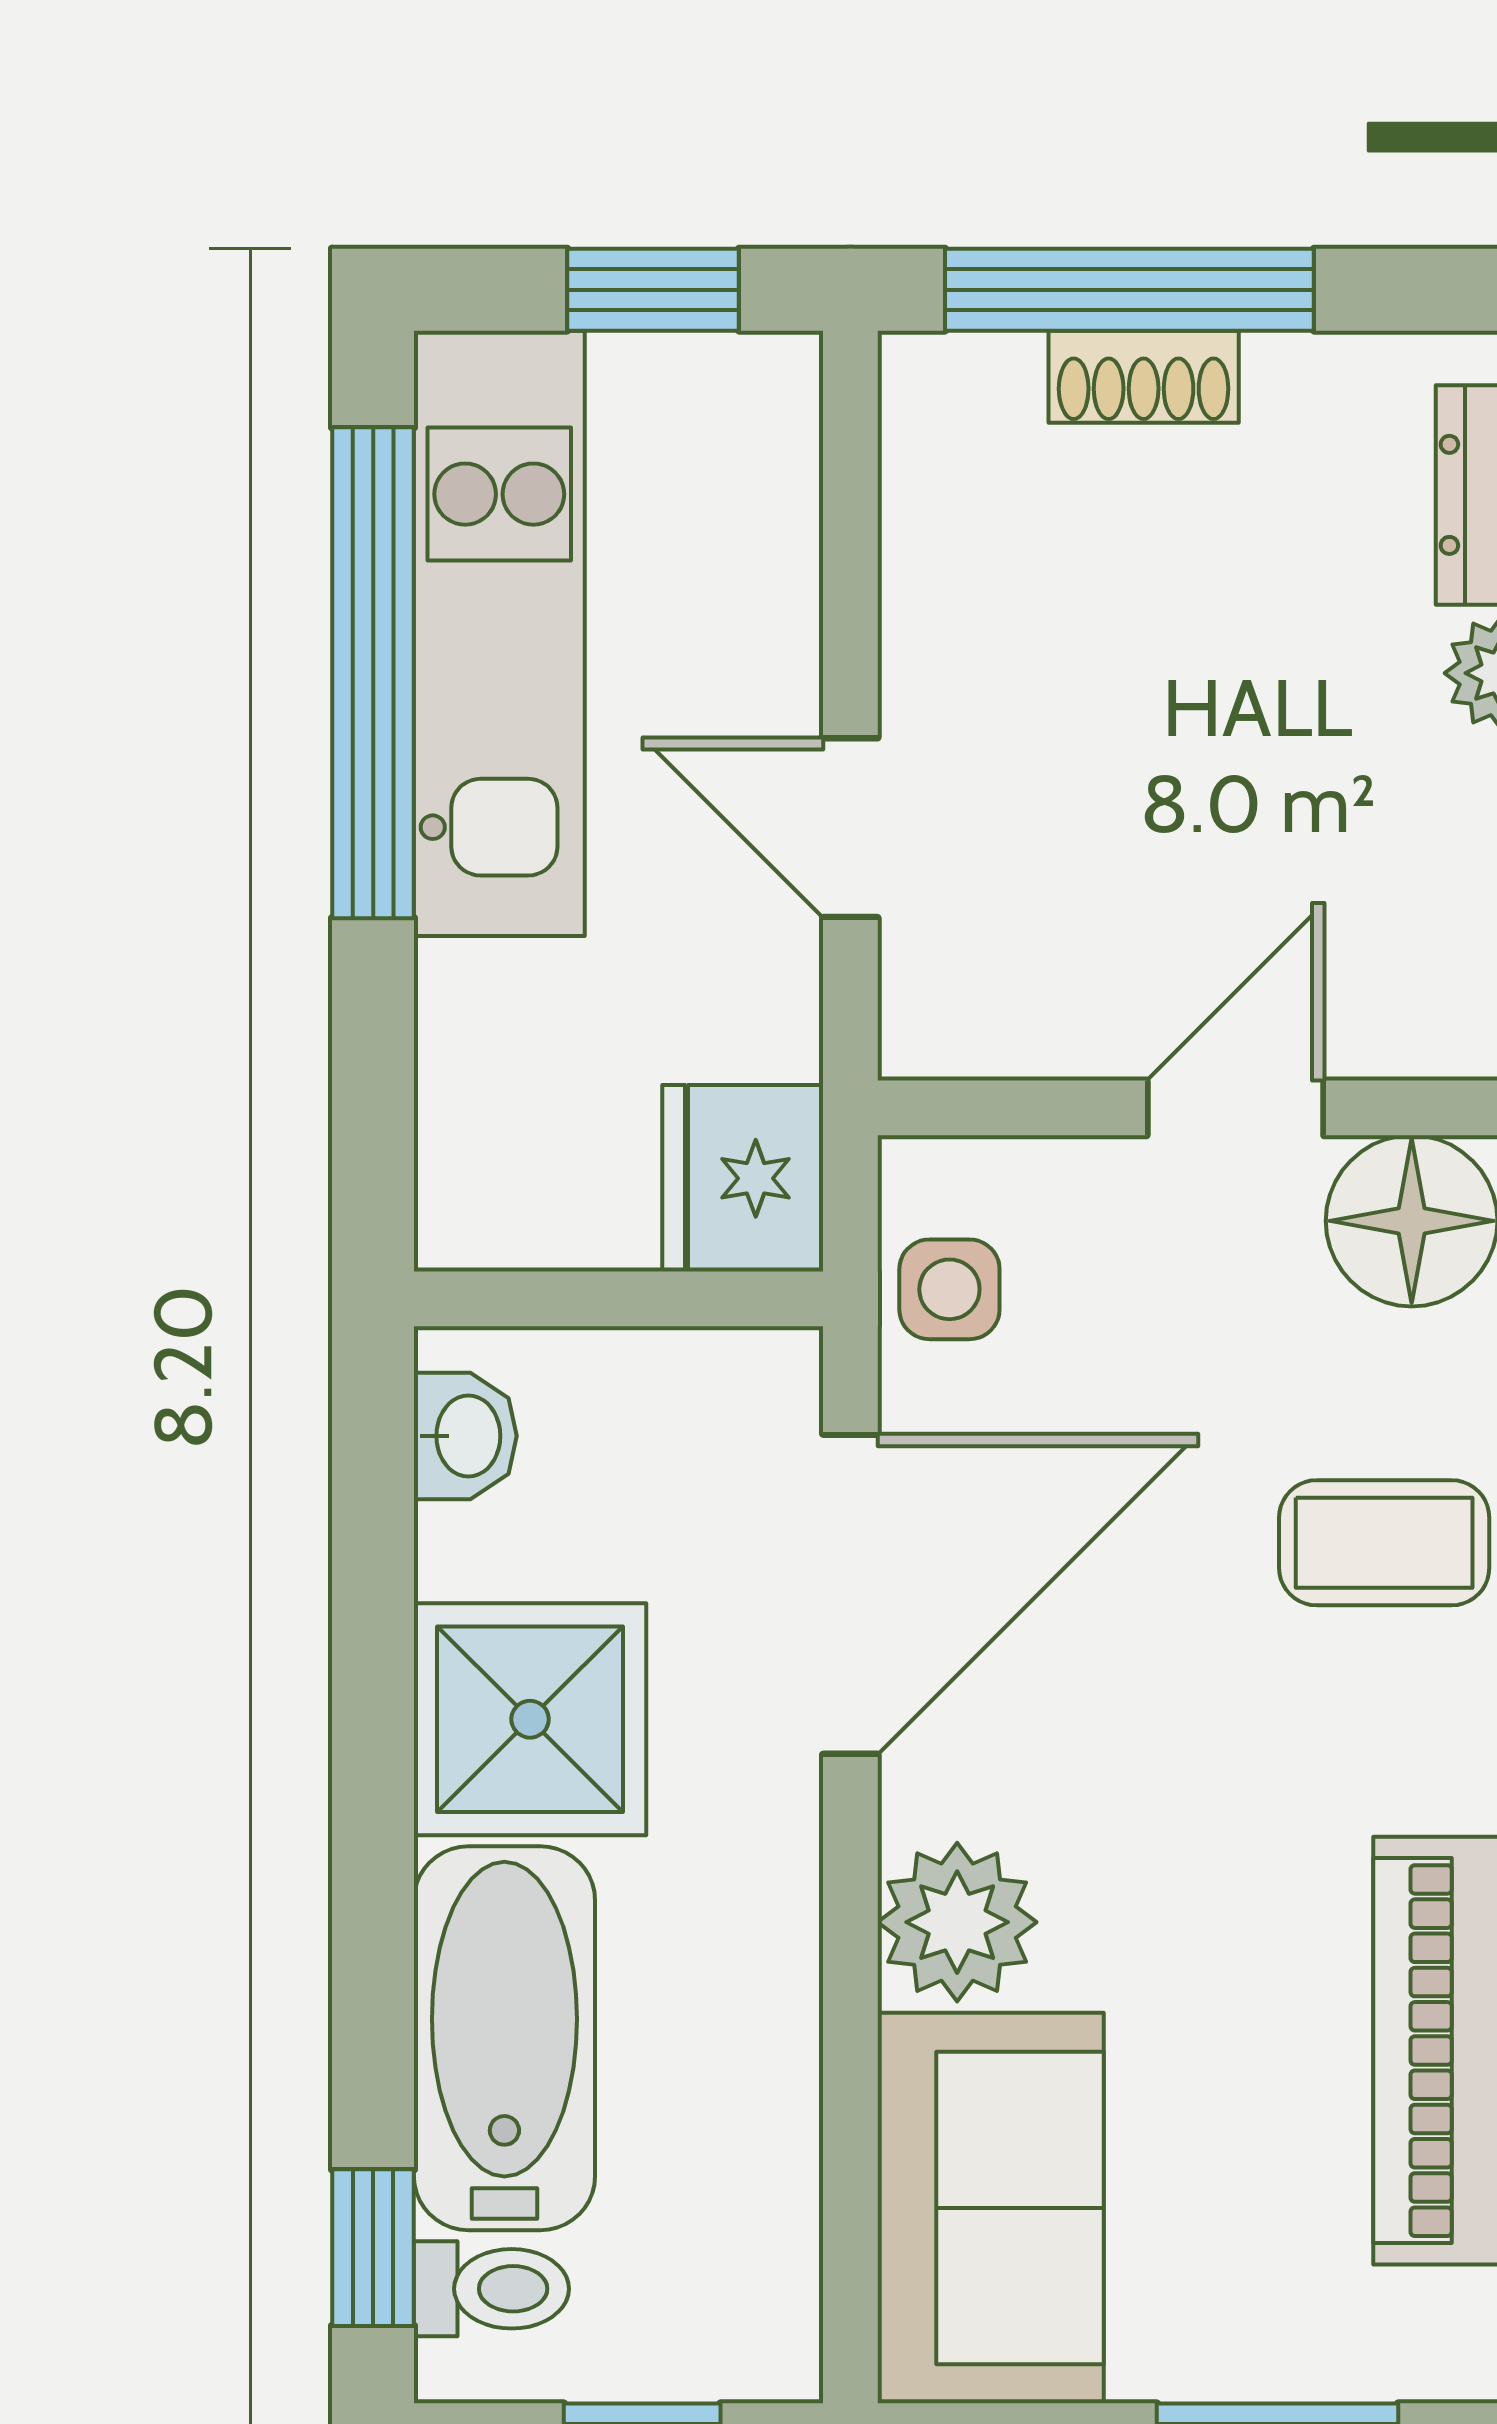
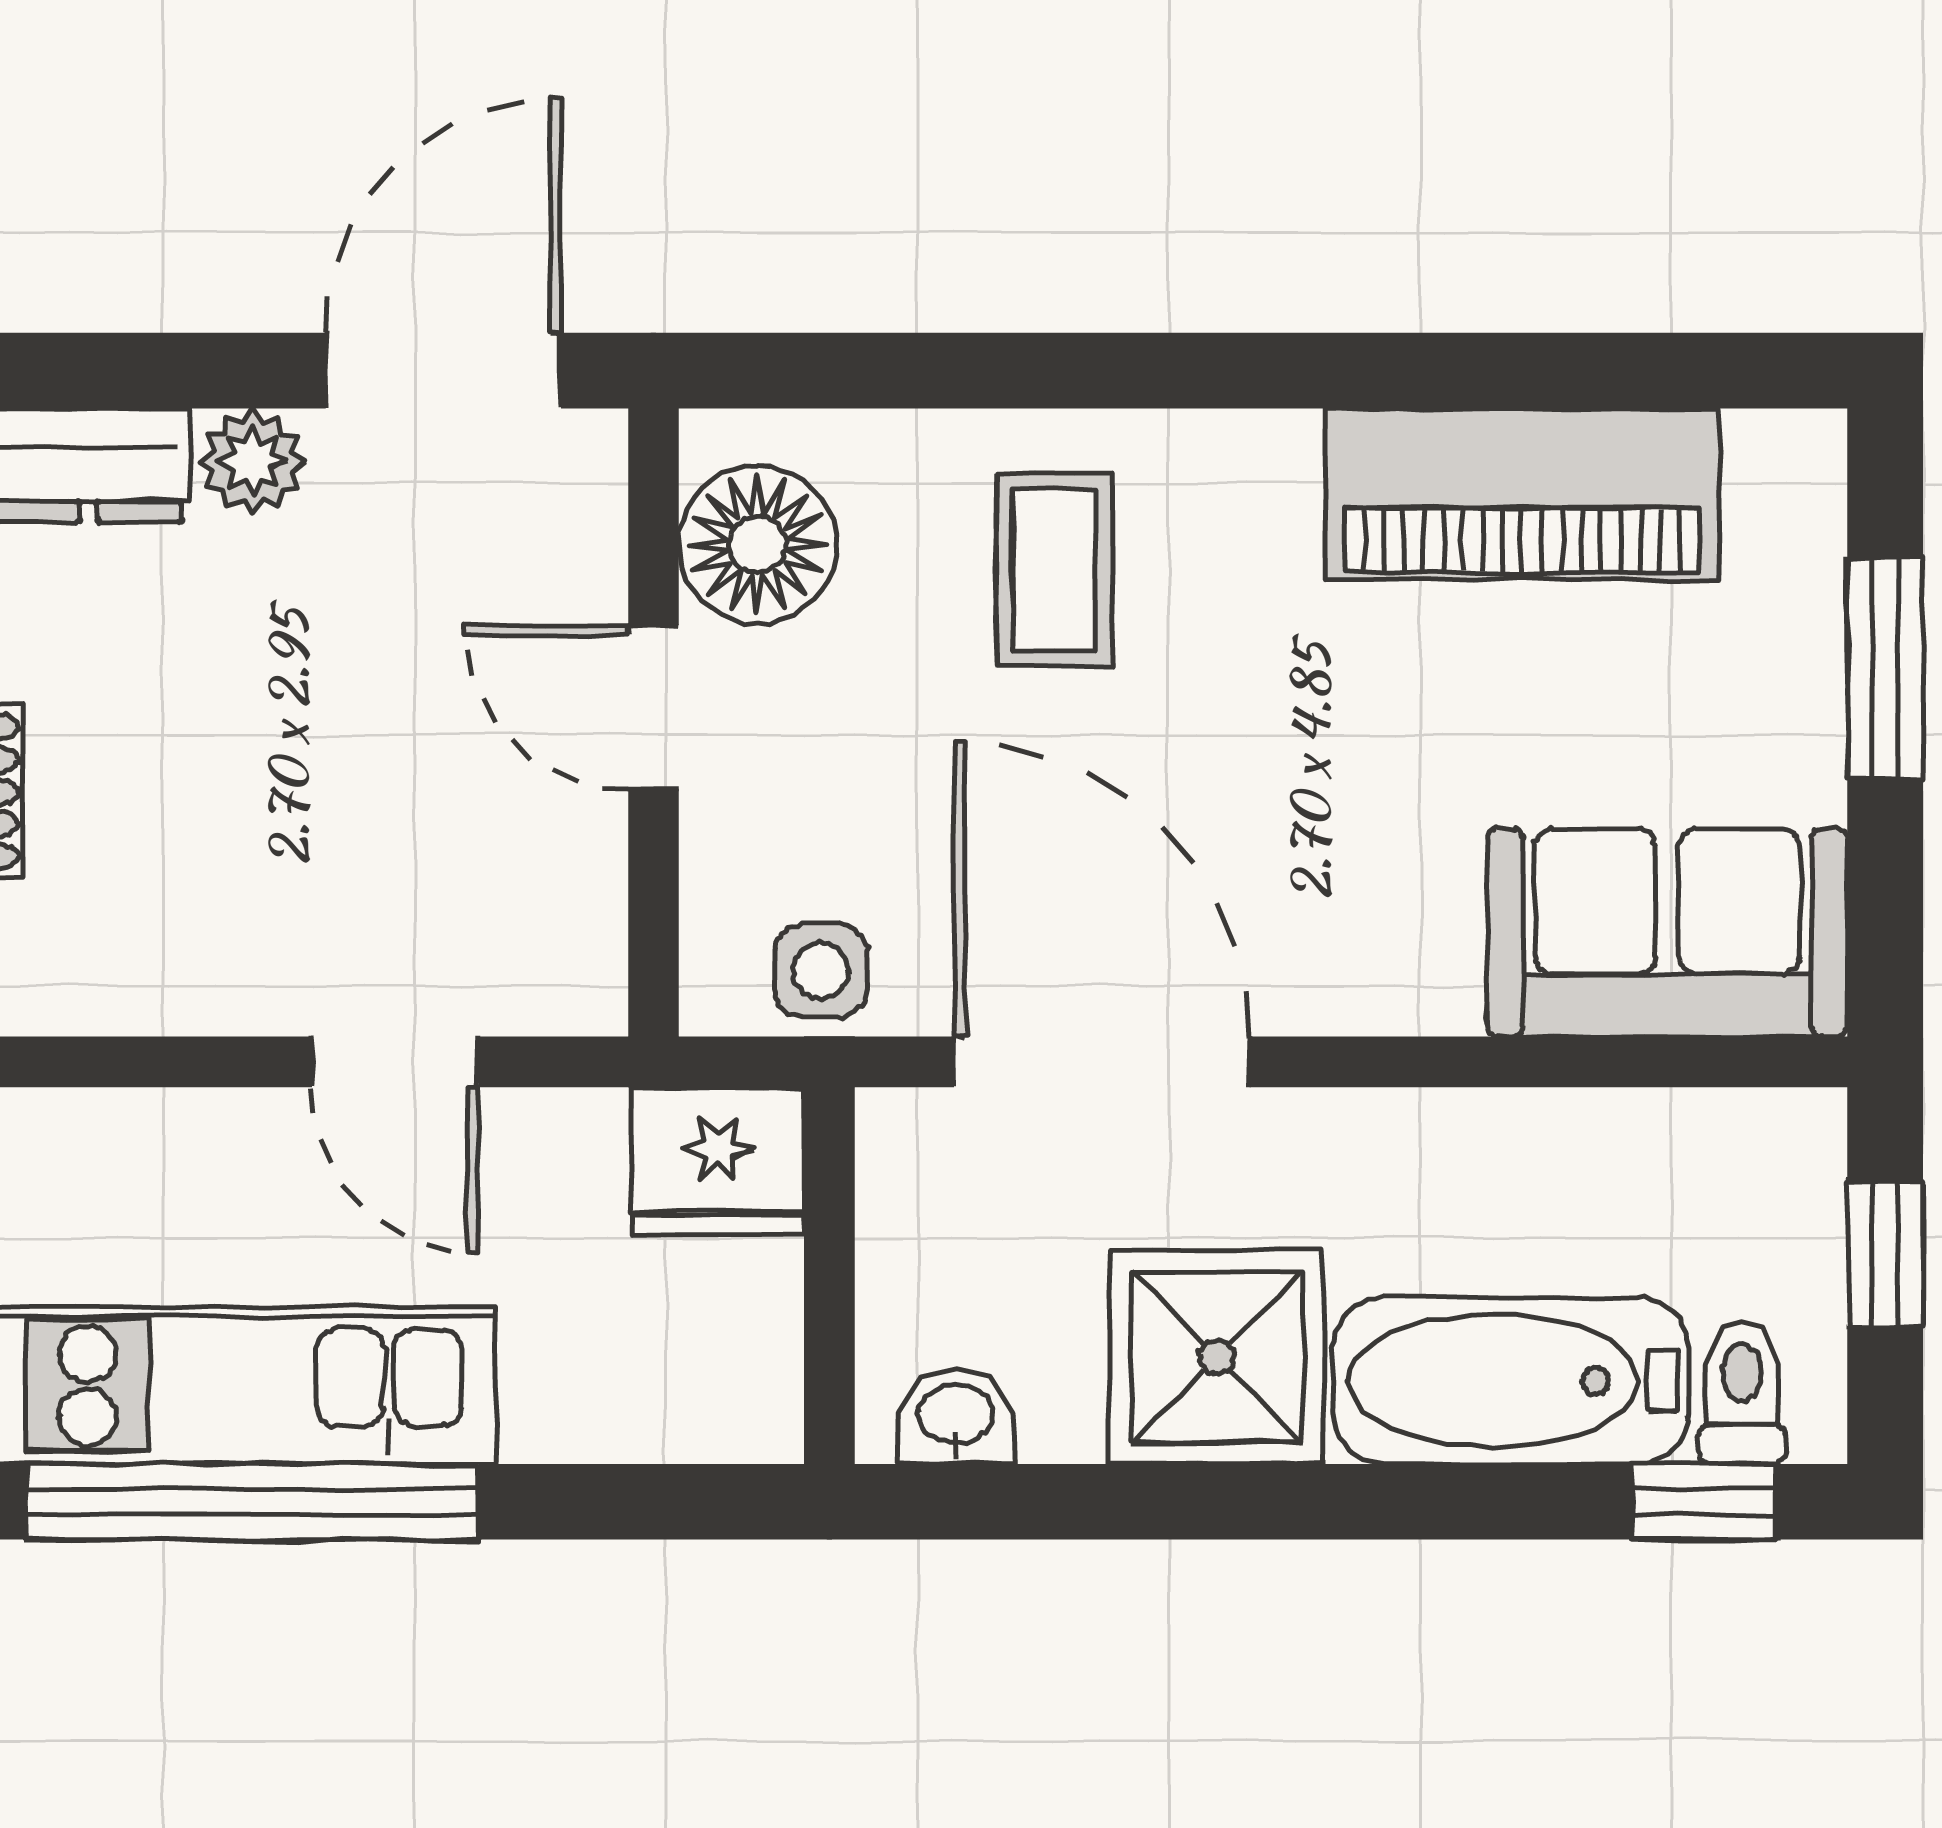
door: (850, 828) -> (395, 1062), hinge flipped
plant: (957, 1922) -> (1404, 963), removed

